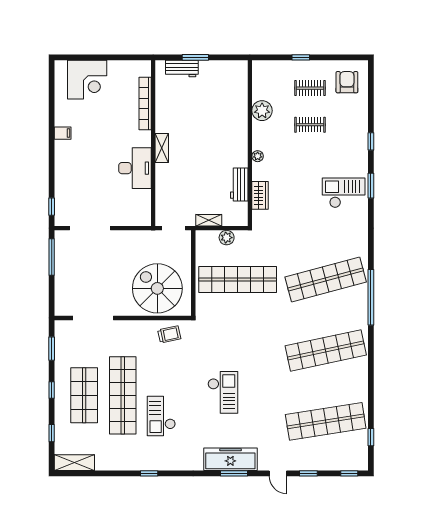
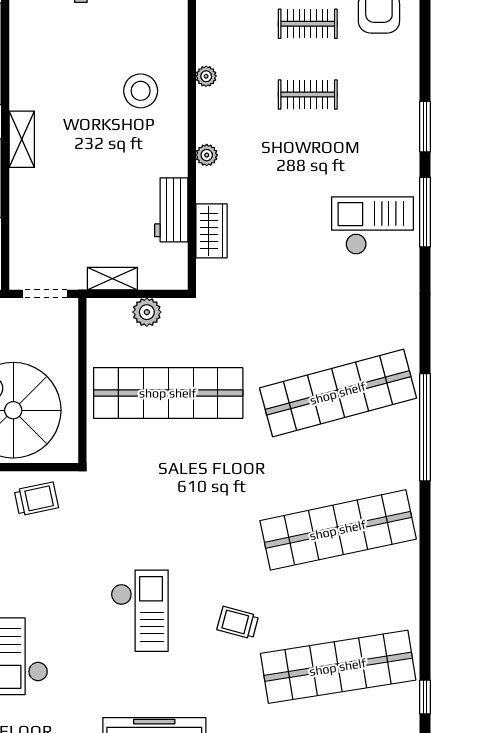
plant: (262, 111) -> (206, 76), width x0.53, depth x0.53
stool: (223, 123) -> (141, 91), added
window: (371, 141) -> (425, 127), width x1.50
window: (371, 186) -> (425, 212), width x1.44
trolley: (274, 399) -> (238, 623), added

